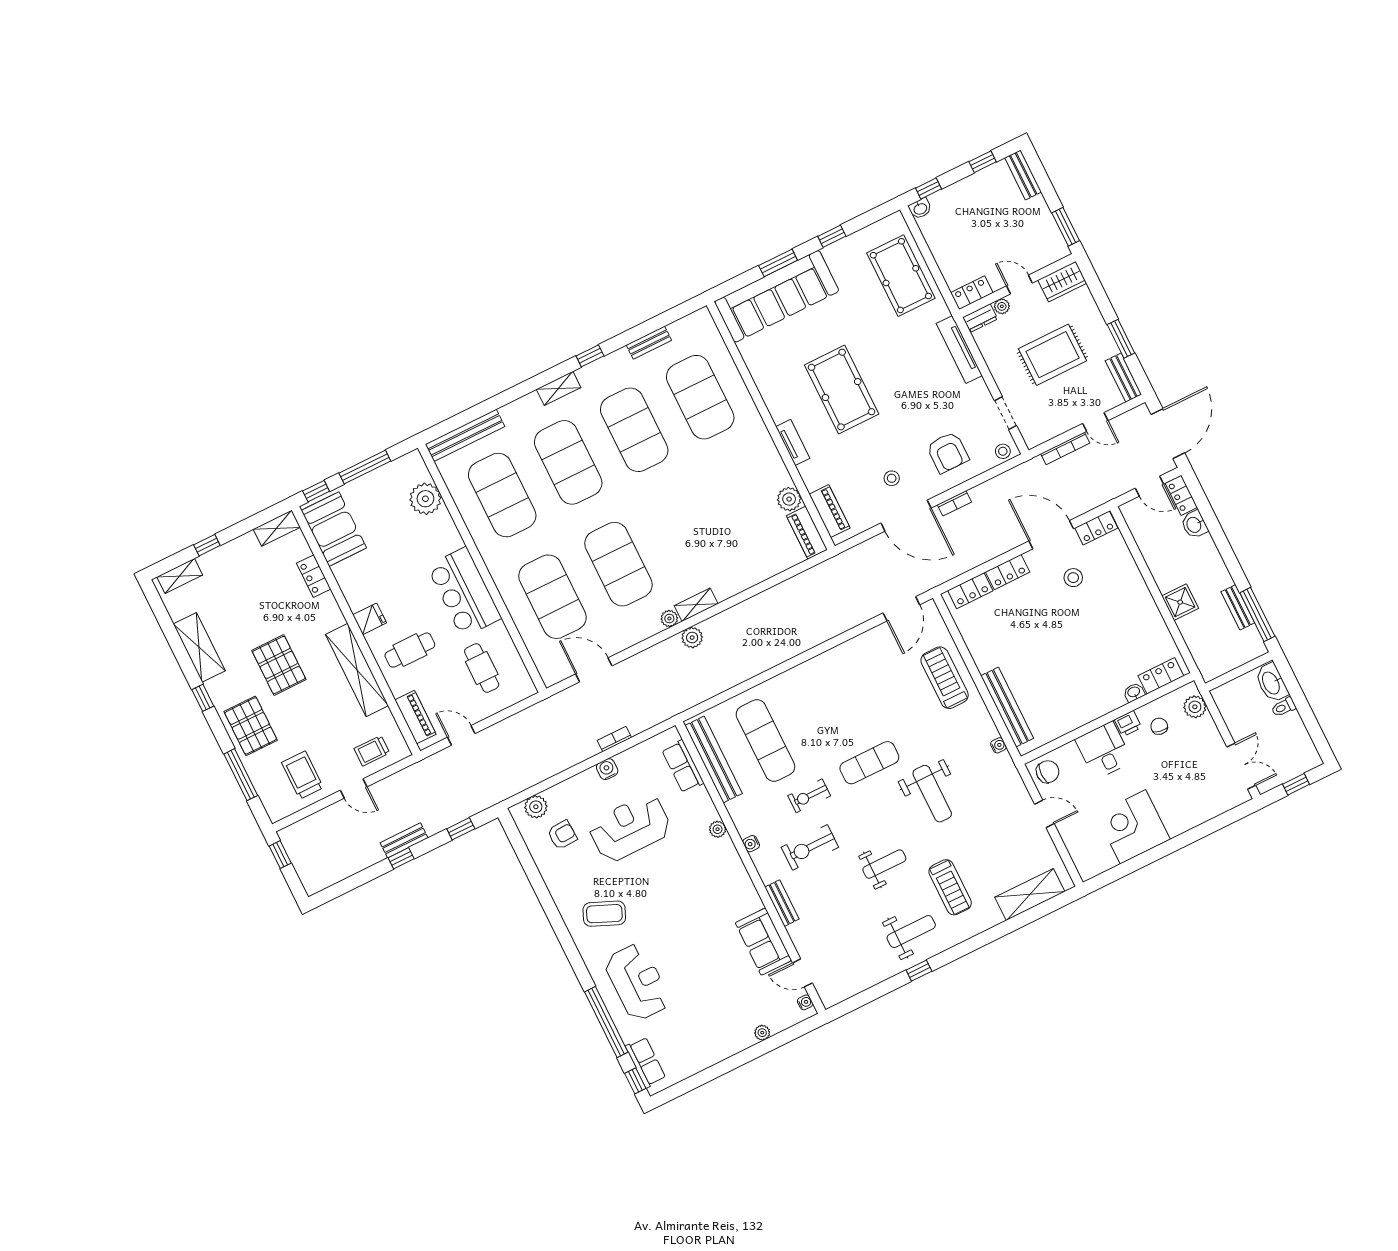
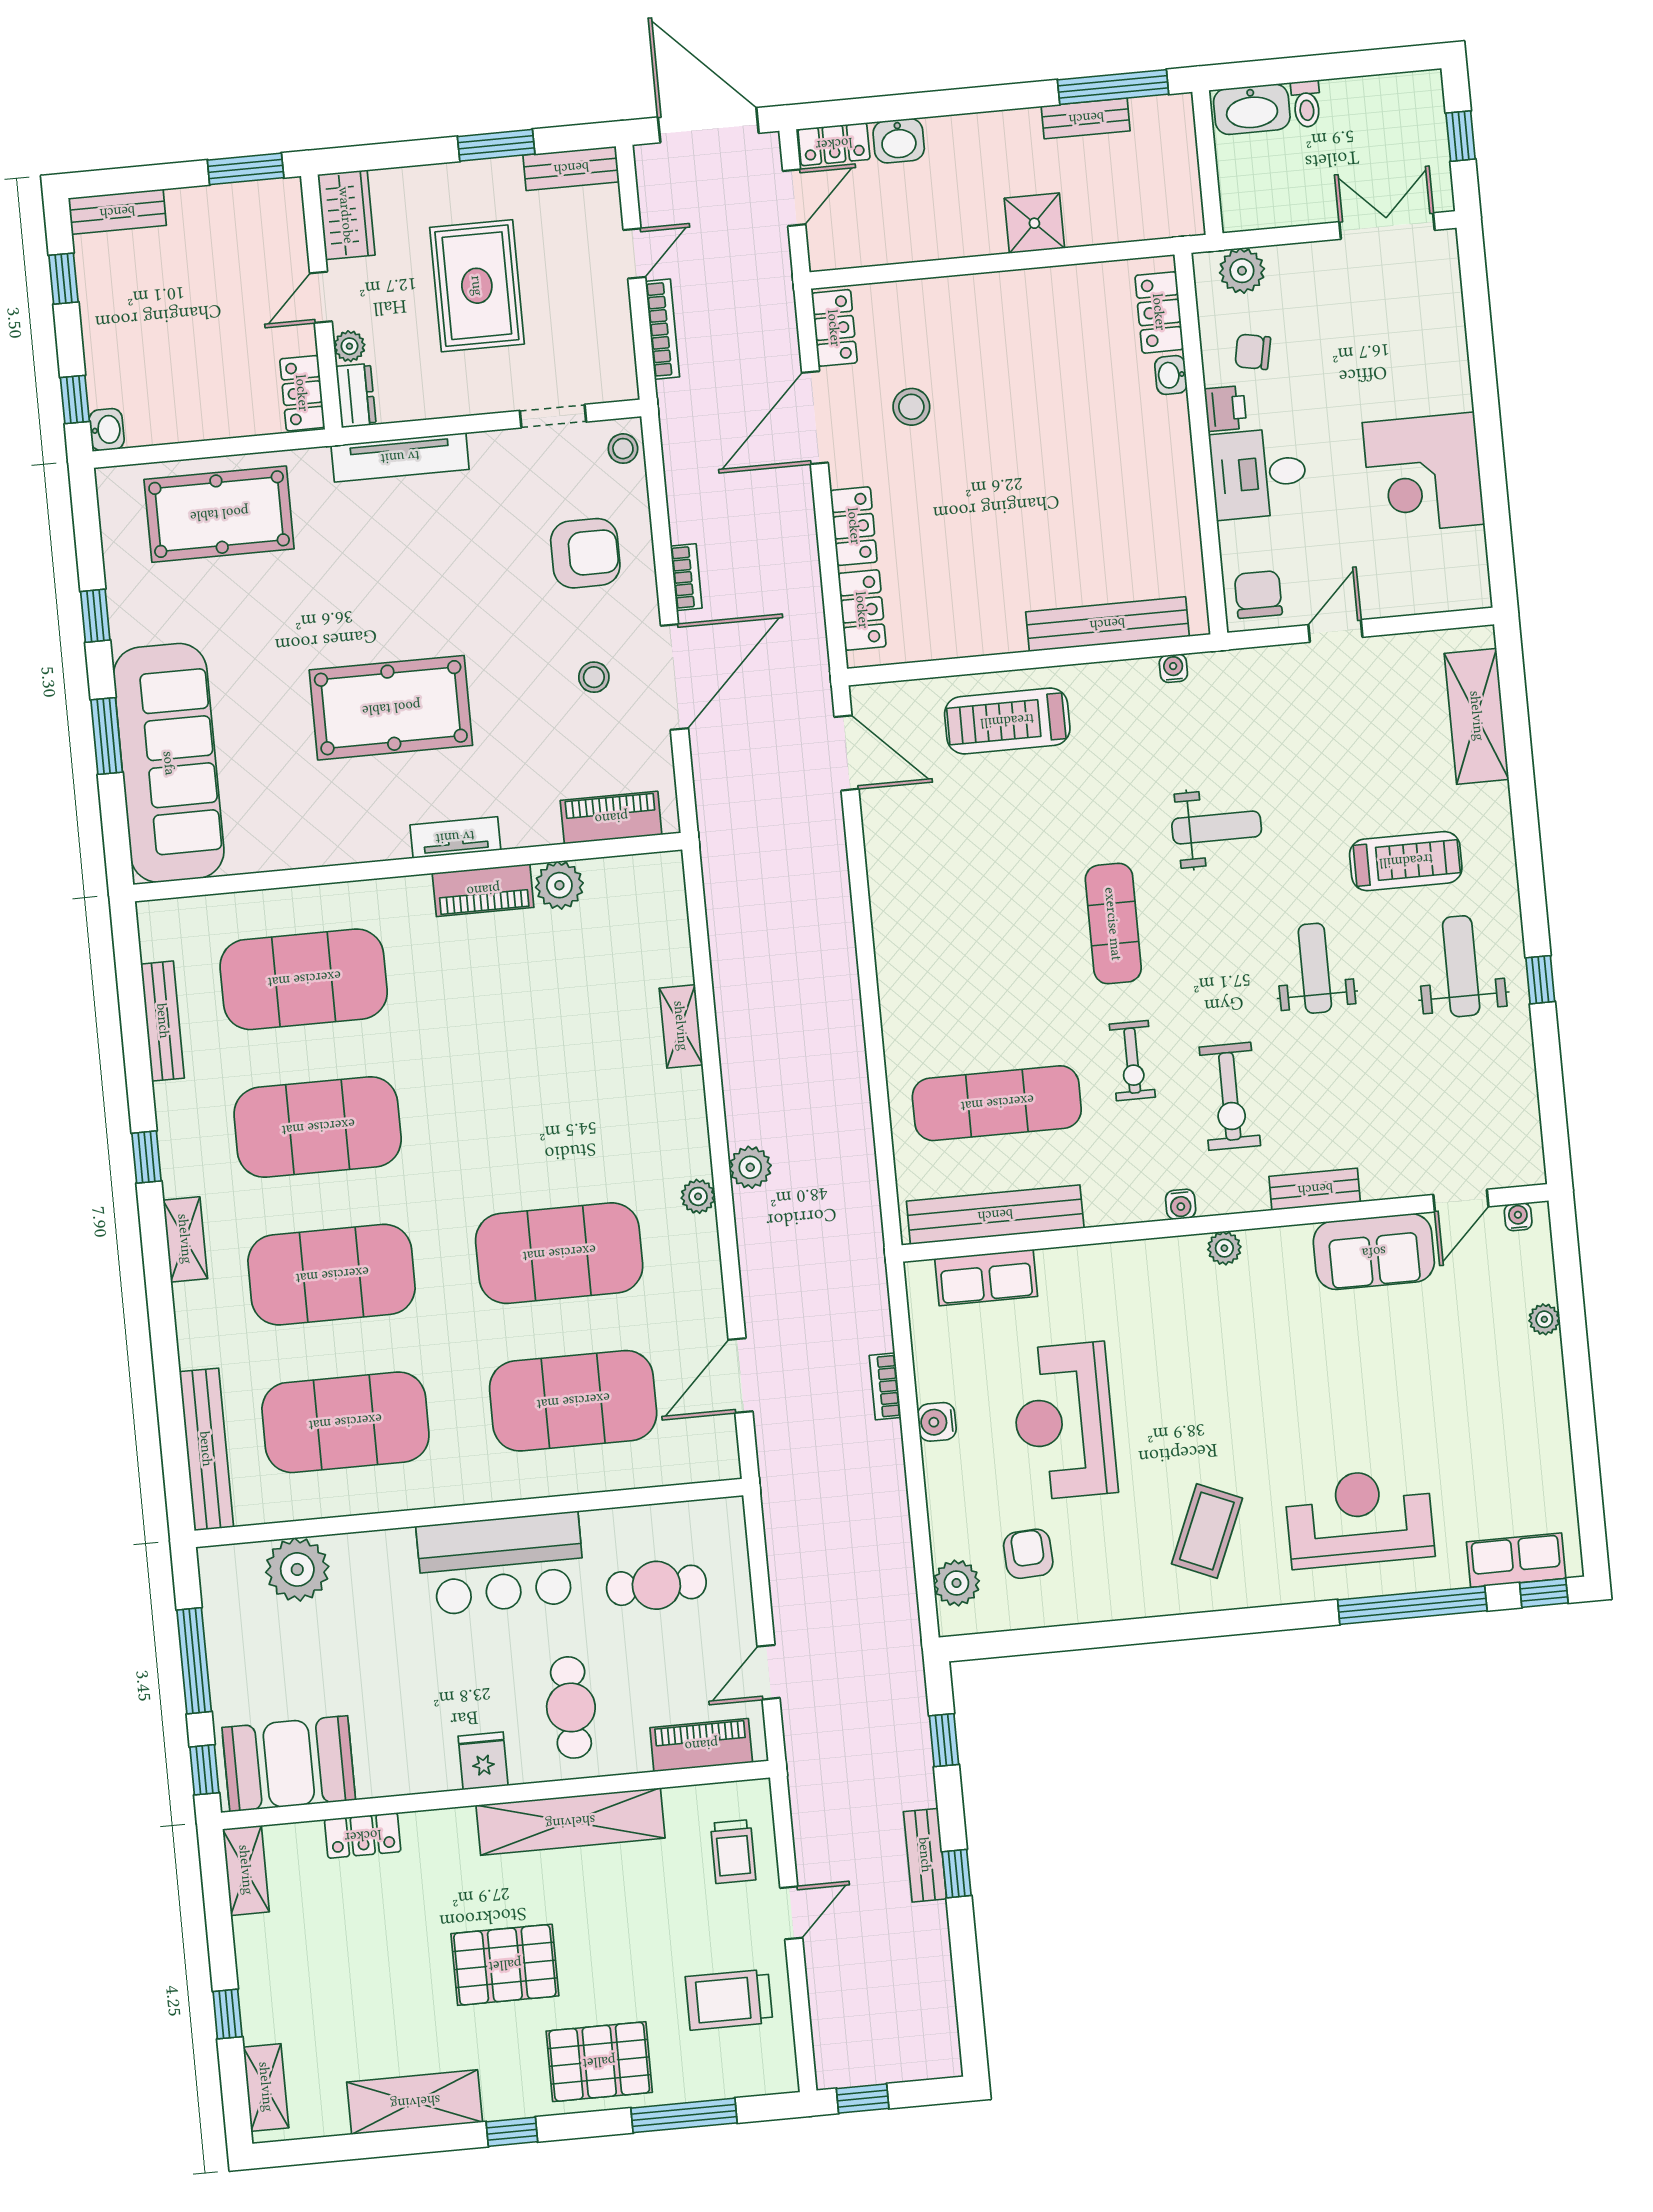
bench: (649, 343) -> (163, 1021), width x1.36
piano: (807, 533) -> (483, 890), moved
shelving: (696, 605) -> (681, 1026), moved
weight bench: (932, 794) -> (1217, 828), width x0.73, depth x0.75
plant: (718, 829) -> (1224, 1248), moved

